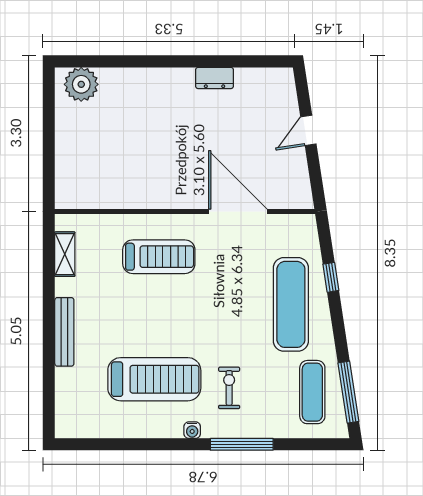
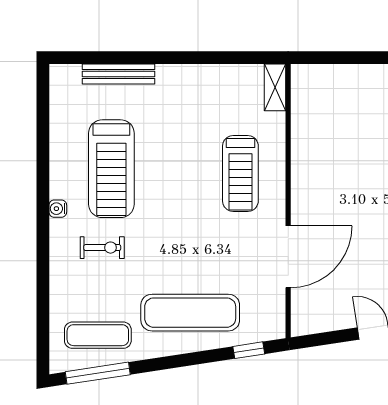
shelving: (65, 254) -> (275, 87), moved, turned 90
window: (331, 277) -> (249, 350), moved
bench: (64, 332) -> (119, 74), moved
window: (242, 444) -> (43, 261), removed

